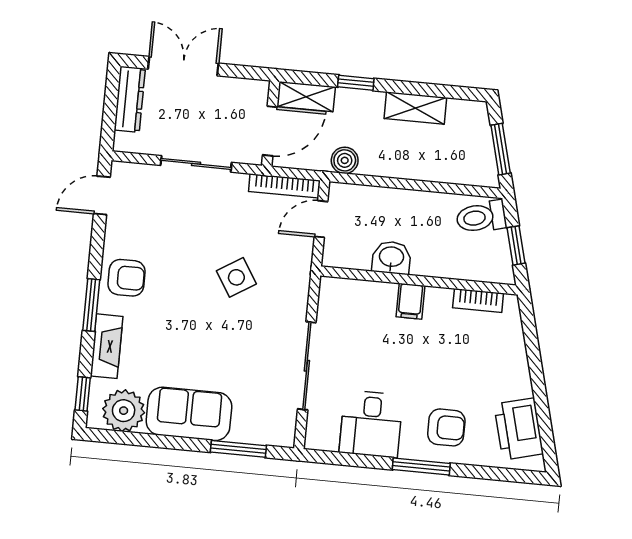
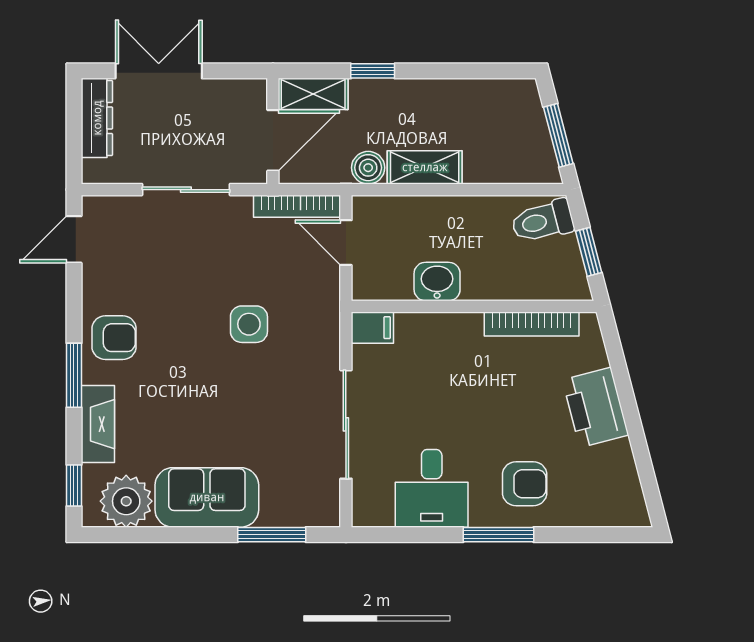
shelving: (415, 108) -> (425, 167), moved
door: (321, 219) -> (346, 243), hinge flipped
side table: (236, 277) -> (249, 324), turned 32
bookcase: (478, 300) -> (532, 324), width x1.56
filing cabinet: (410, 301) -> (372, 328), moved, turned -90
printer: (519, 429) -> (595, 407), moved

